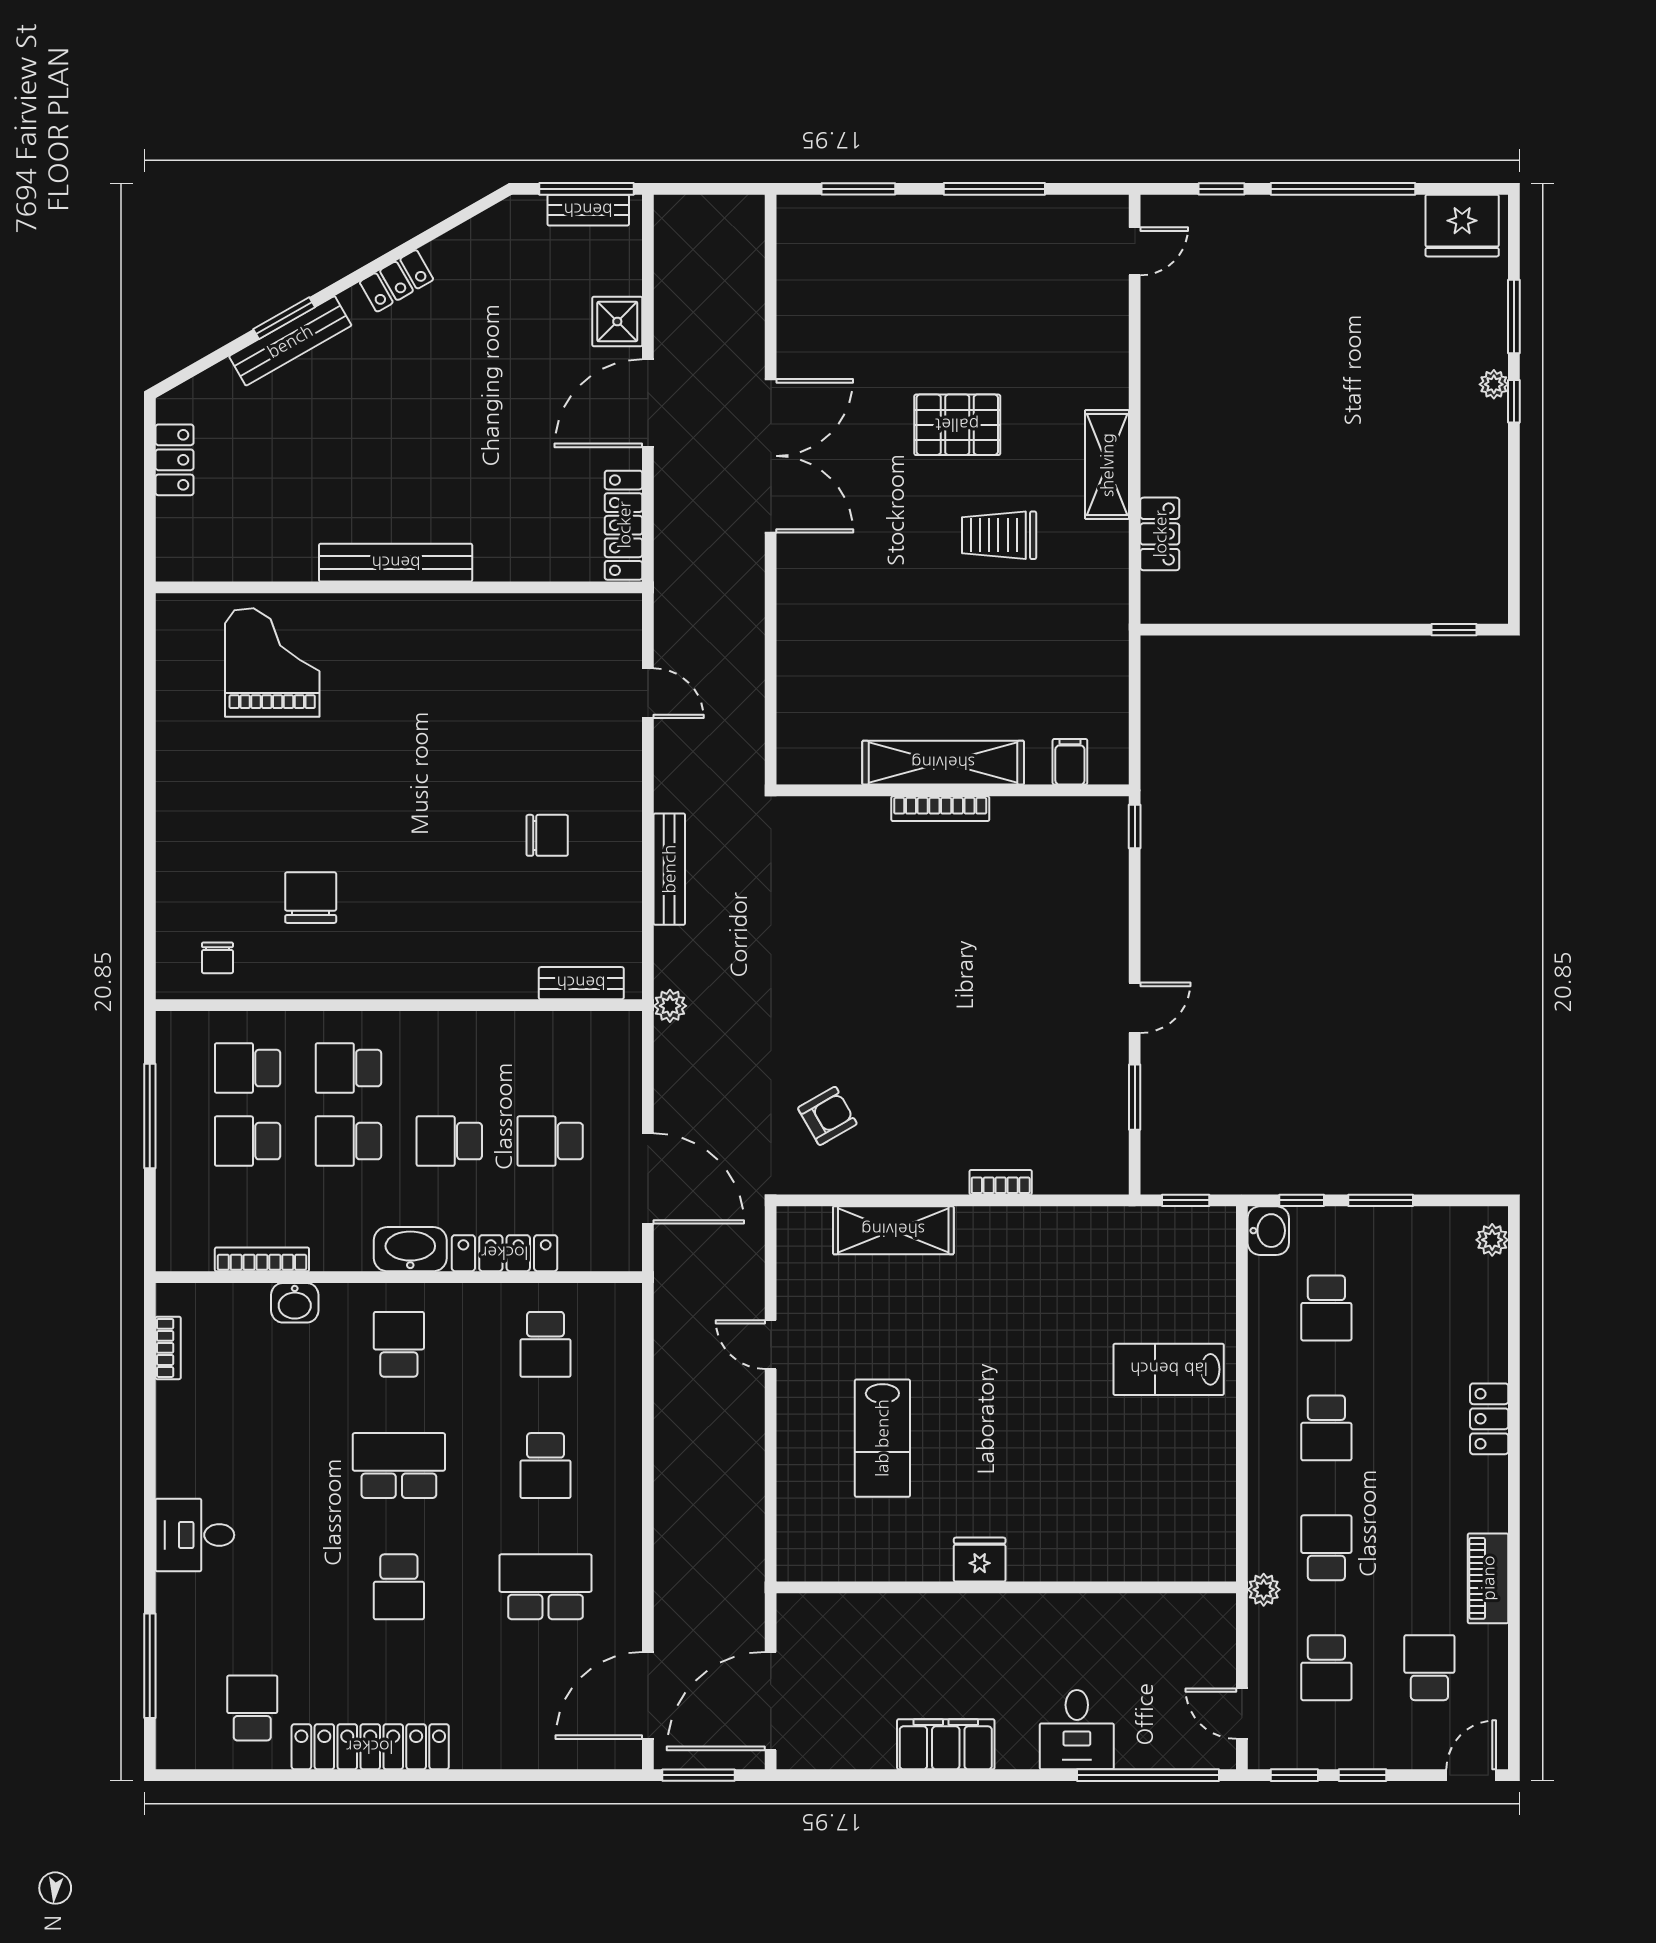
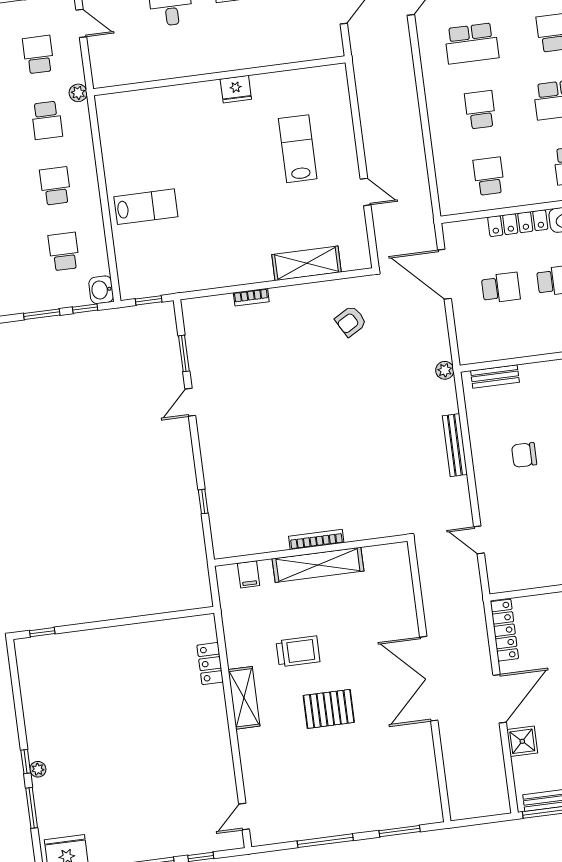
filing cabinet: (1070, 762) -> (249, 574), moved
shelving: (943, 763) -> (318, 565), moved
wall: (953, 790) -> (311, 550), moved
bookcase: (940, 809) -> (316, 539), moved

